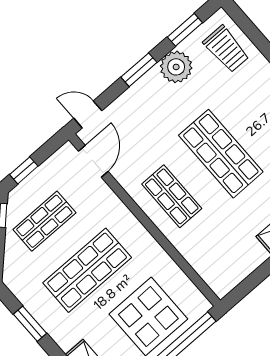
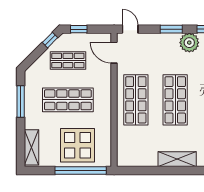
door: (93, 161) -> (114, 53), swing flipped
shop shelf: (172, 196) -> (136, 100), width x1.43, depth x1.36
window: (30, 324) -> (21, 101), width x1.44

